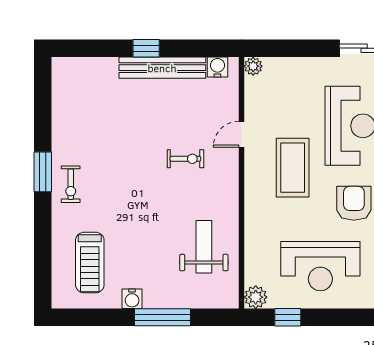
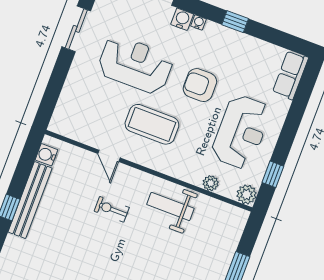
plant: (253, 66) -> (211, 183), moved
exercise bike: (185, 159) -> (112, 209), turned -90
weight bench: (204, 247) -> (170, 206), moved

